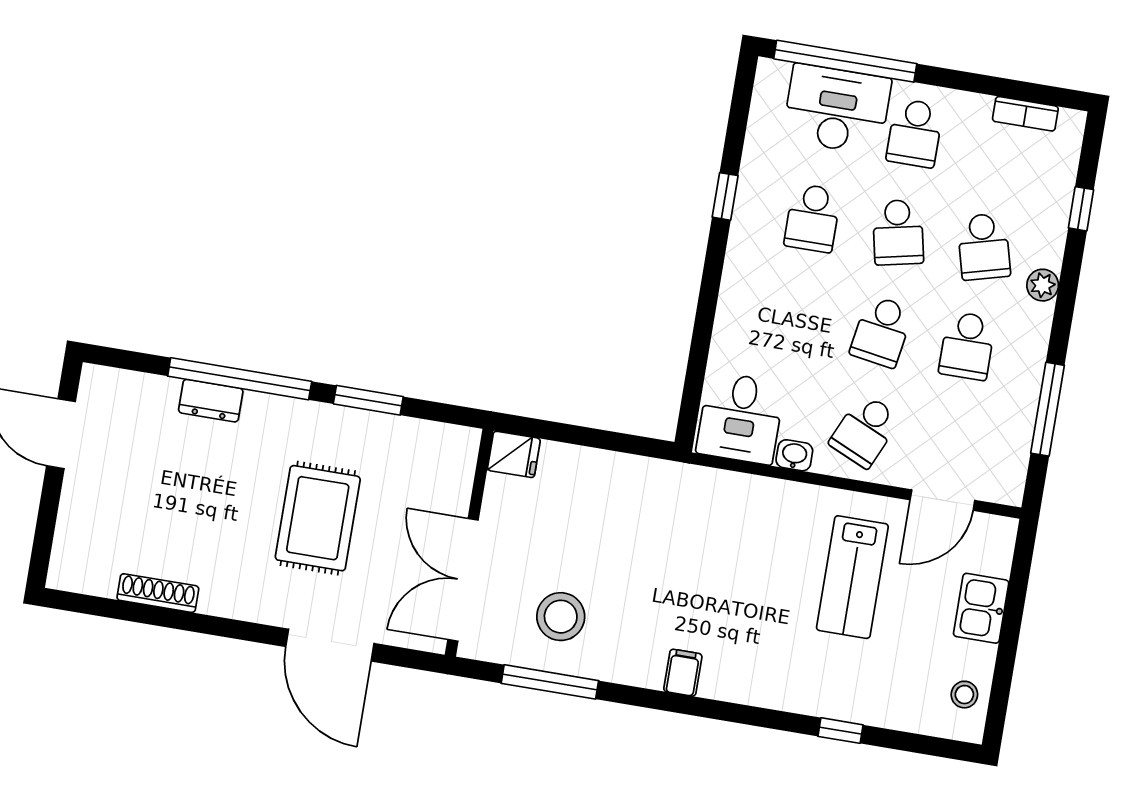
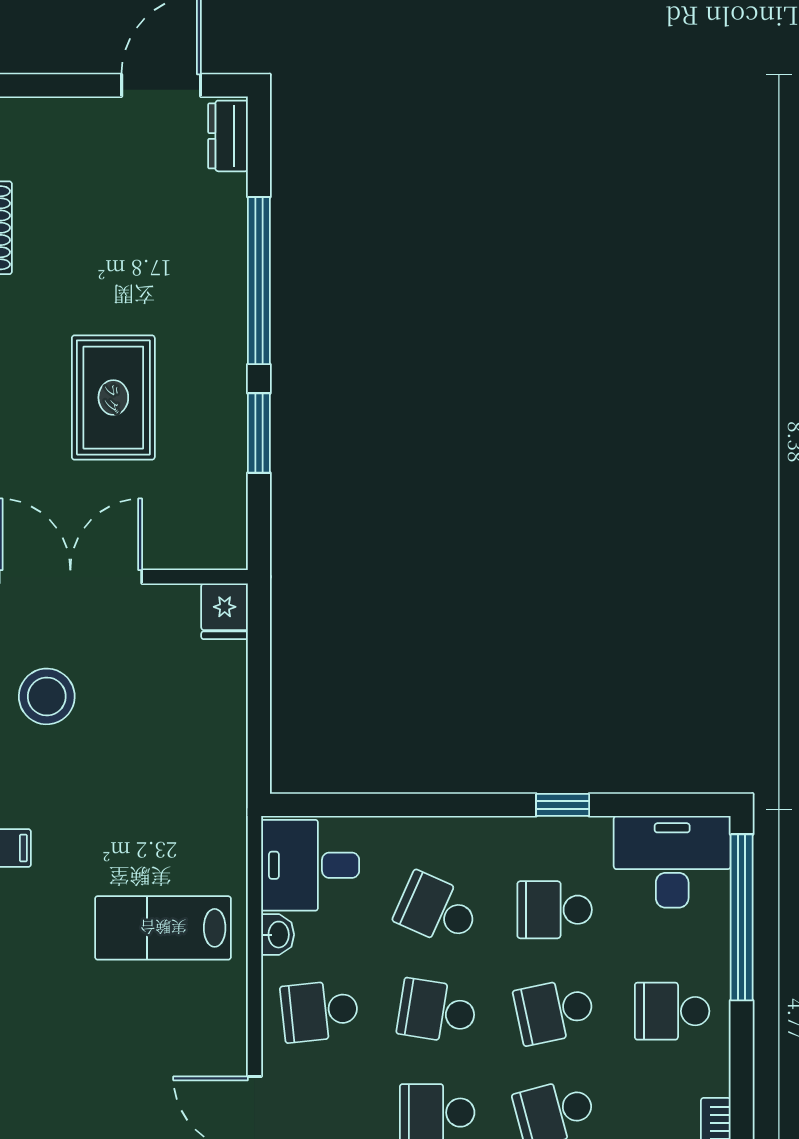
desk: (837, 109) -> (672, 862), moved, turned -90
school desk: (796, 317) -> (437, 910), added
dresser: (211, 401) -> (228, 136), moved
school desk: (865, 431) -> (320, 1011), turned -30
rug: (318, 518) -> (113, 398), turned 90
lab bench: (852, 577) -> (163, 928), moved

